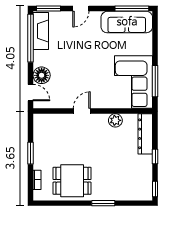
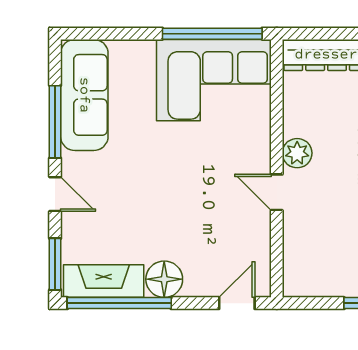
window: (132, 9) -> (55, 122), moved
floor lamp: (42, 75) -> (164, 279), moved
window: (155, 81) -> (212, 34), width x1.46
plant: (115, 120) -> (297, 153), moved

